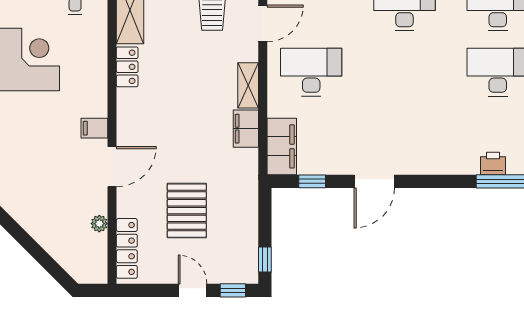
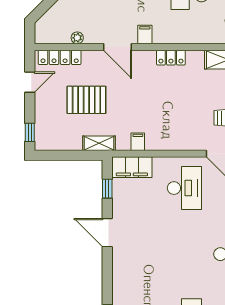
locker: (127, 67) -> (171, 58), moved
shelving: (248, 85) -> (99, 143), moved
filing cabinet: (246, 129) -> (138, 142), width x0.50
window: (265, 260) -> (52, 155), removed
door: (193, 290) -> (30, 82), moved

